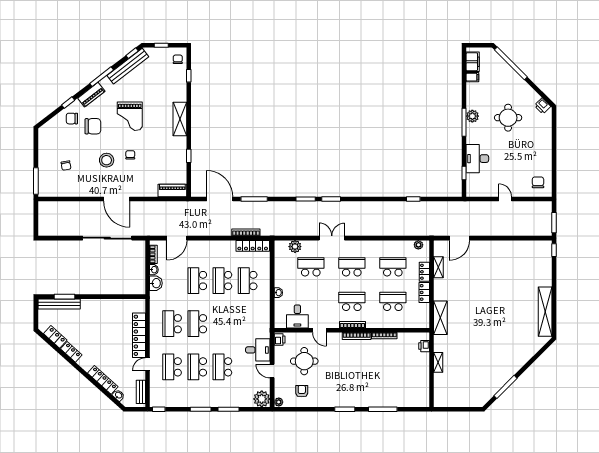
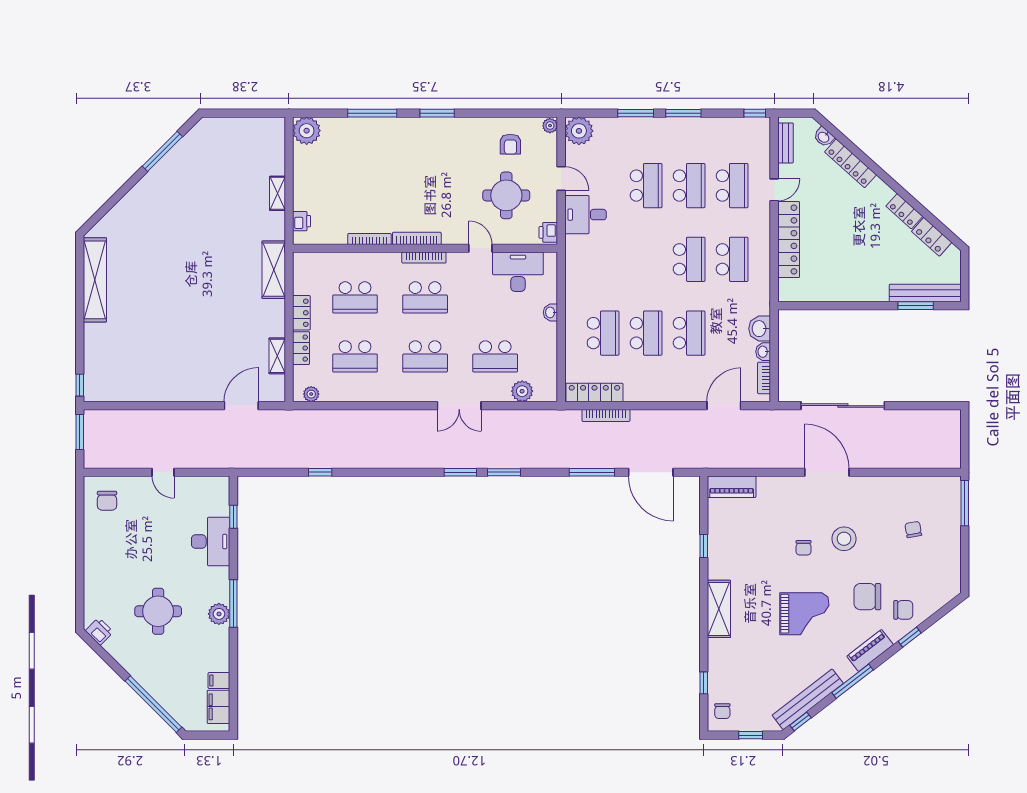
grand piano: (130, 116) -> (804, 614), turned 90
desk: (297, 316) -> (518, 272), width x1.37
plant: (421, 399) -> (307, 131), added

